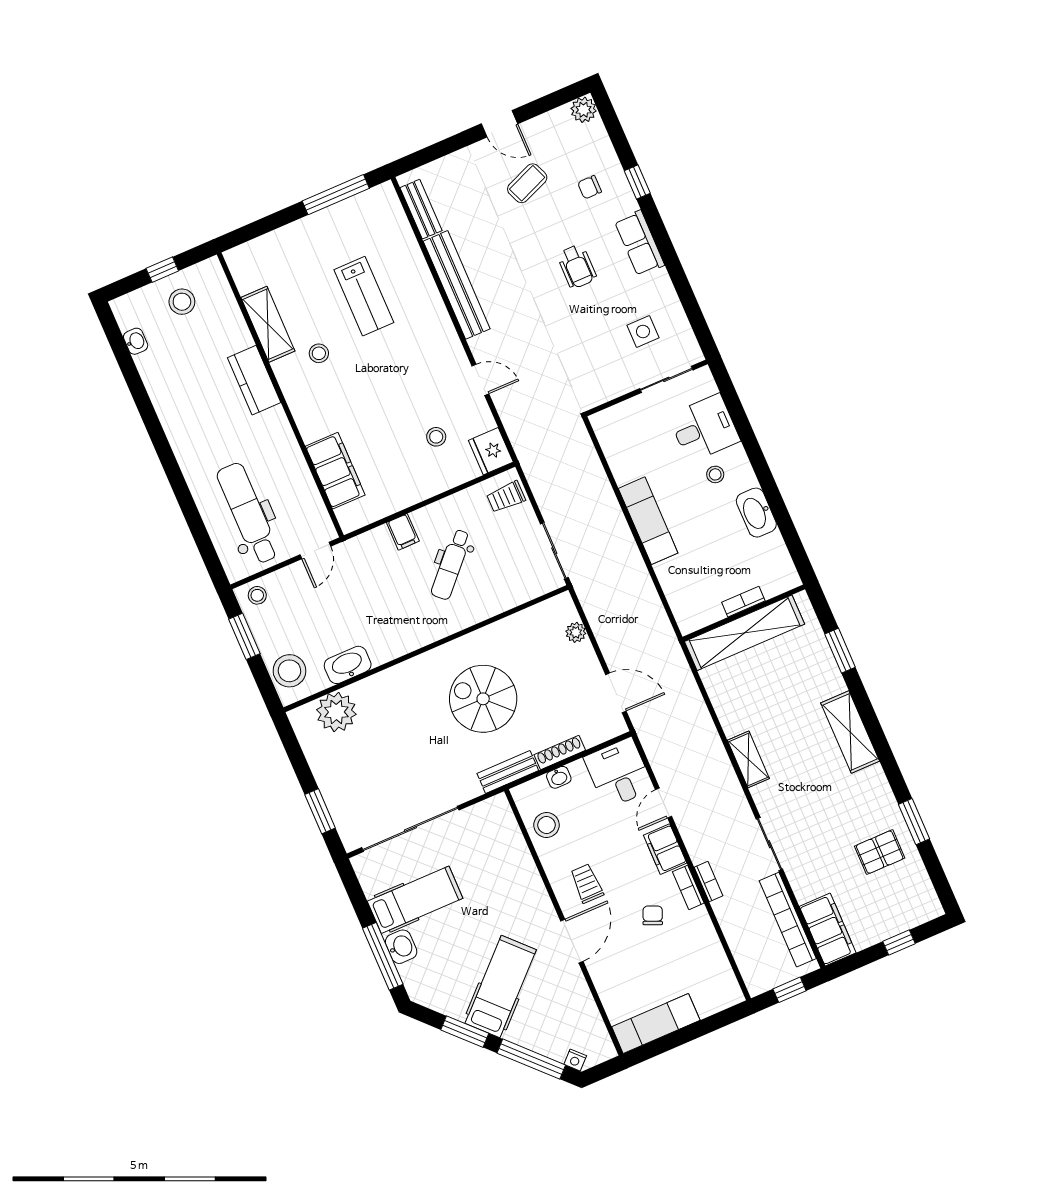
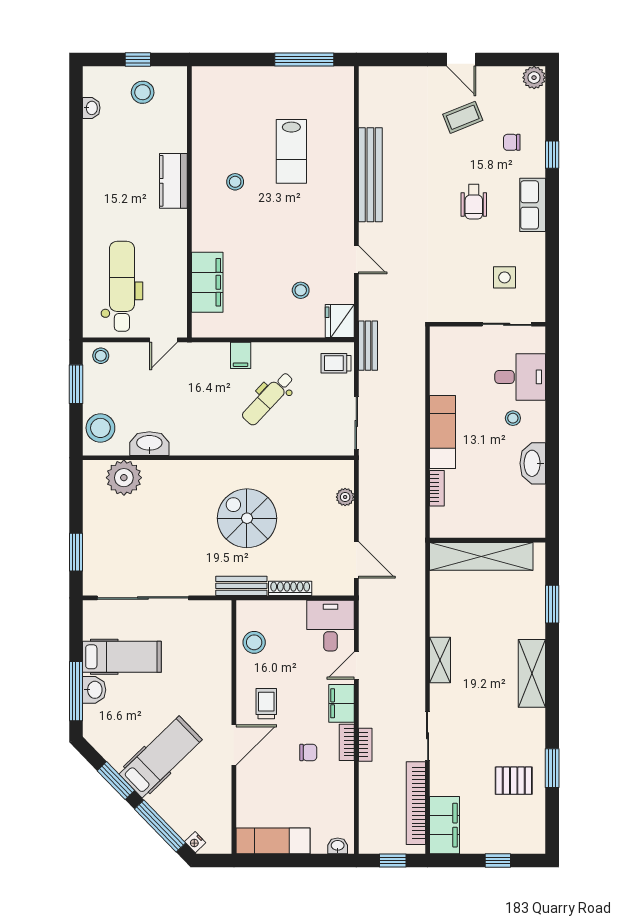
bench: (421, 209) -> (368, 346), moved
shelving: (268, 324) -> (204, 140), removed
bookcase: (743, 602) -> (437, 488), moved, turned 90
washbasin: (559, 777) -> (338, 846), moved, turned 180
chair: (653, 915) -> (308, 752), turned 67

